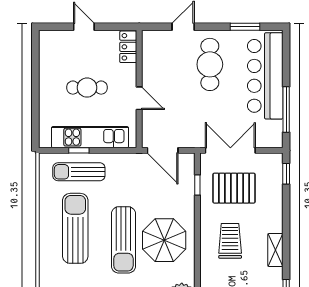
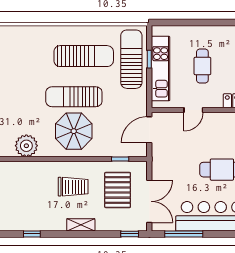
double door: (230, 150) -> (149, 201), moved
sun lounger: (79, 172) -> (131, 59), width x1.36, depth x1.34
shelving: (275, 250) -> (81, 225), moved

